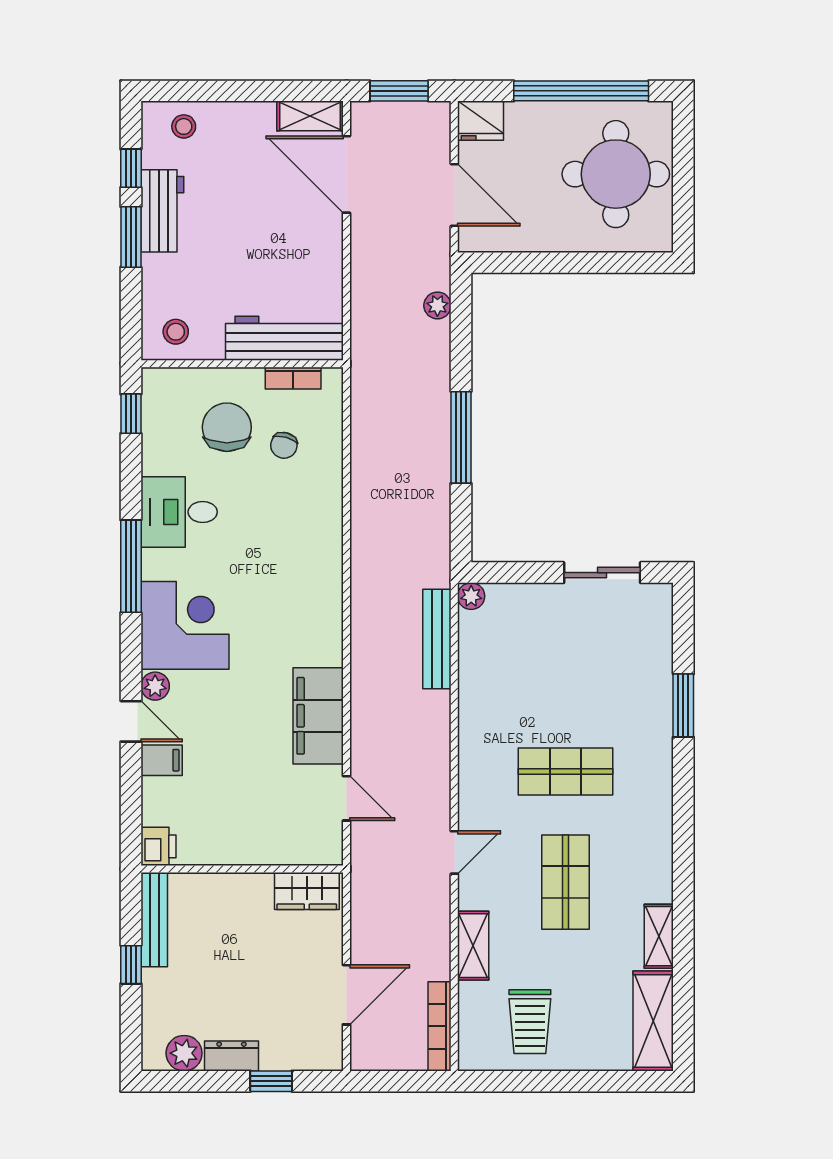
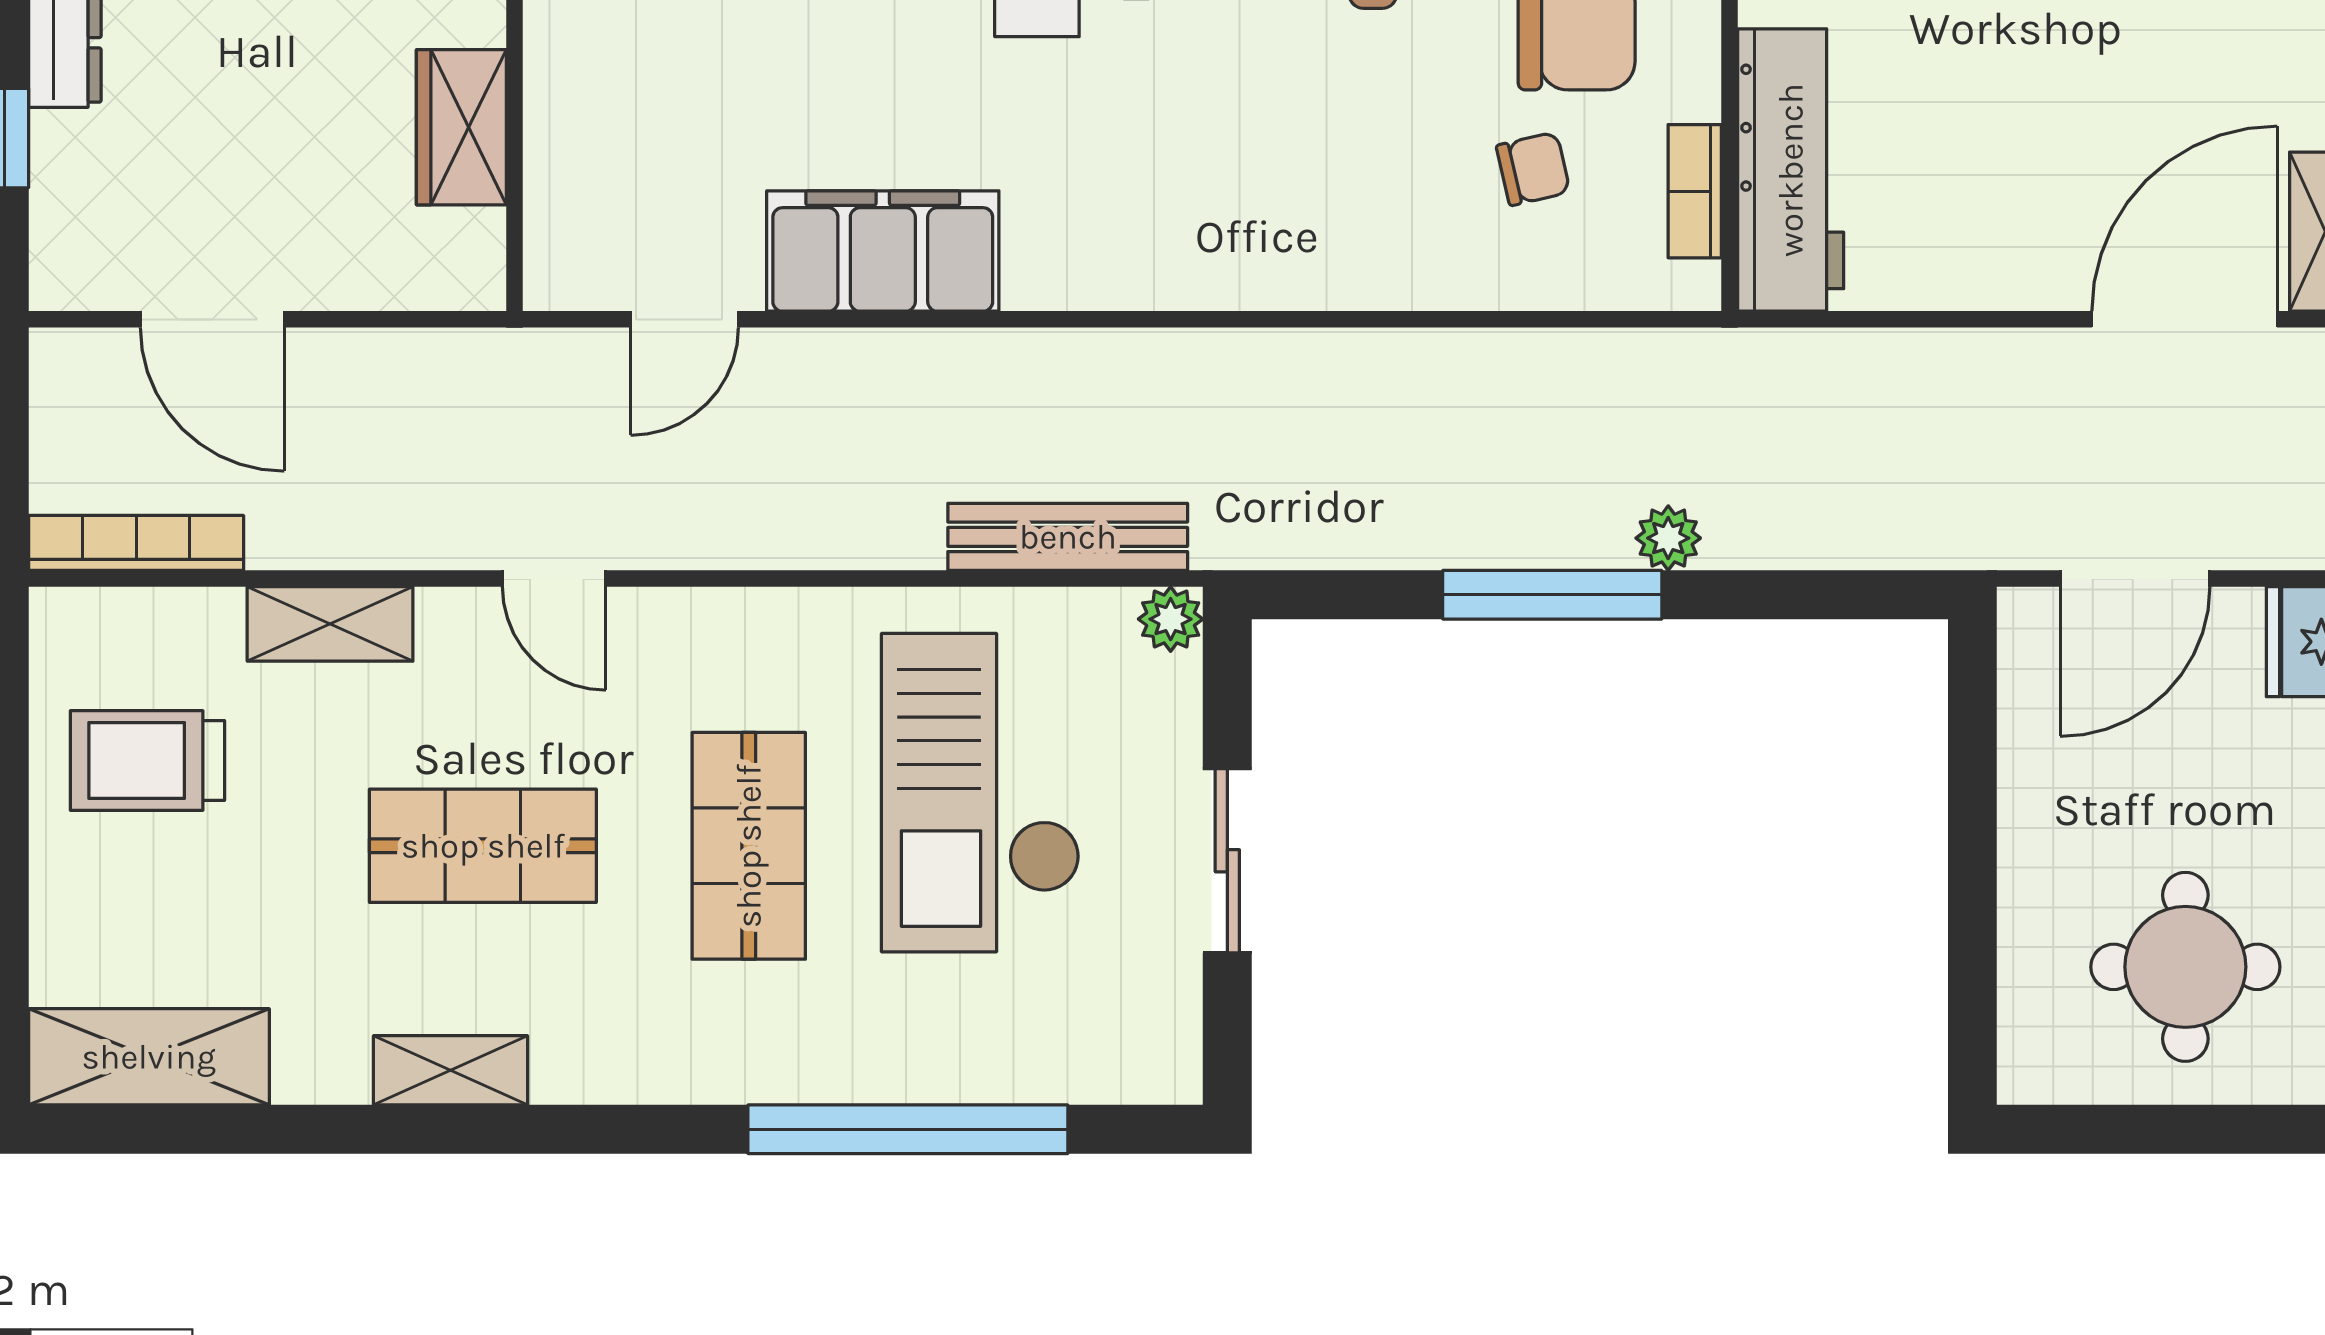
round table: (616, 174) -> (2185, 967), width x0.73, depth x0.73
plant: (437, 305) -> (1668, 538), moved
chair: (284, 445) -> (1533, 169), turned 152
sliding door: (602, 573) -> (1227, 861), moved
checkout: (543, 675) -> (981, 793), added
window: (683, 705) -> (908, 1129), width x2.11
wardrobe: (307, 891) -> (461, 127), moved
shelving: (659, 936) -> (450, 1070), moved

